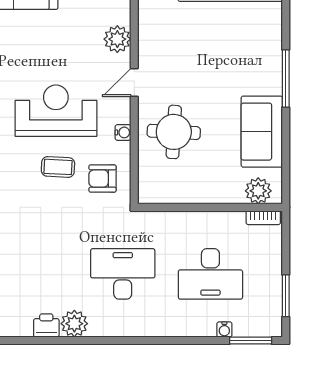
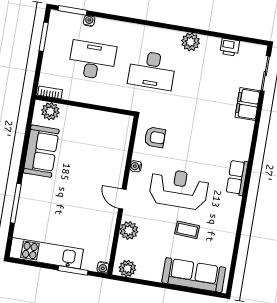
window: (286, 78) -> (16, 203), moved
door: (134, 82) -> (122, 199), swing flipped
reception desk: (56, 111) -> (179, 189), turned 180
round table: (174, 132) -> (101, 161), removed
coffee table: (58, 167) -> (187, 230), moved
printer: (46, 325) -> (230, 47), moved

